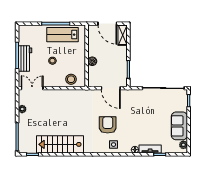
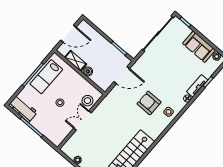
shelving: (123, 35) -> (76, 61), moved
workbench: (25, 59) -> (23, 109), moved
double door: (32, 88) -> (82, 121), moved

